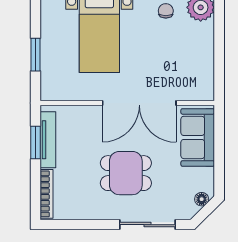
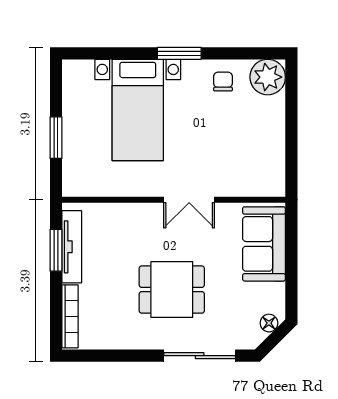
double door: (139, 103) -> (189, 200), width x0.54

